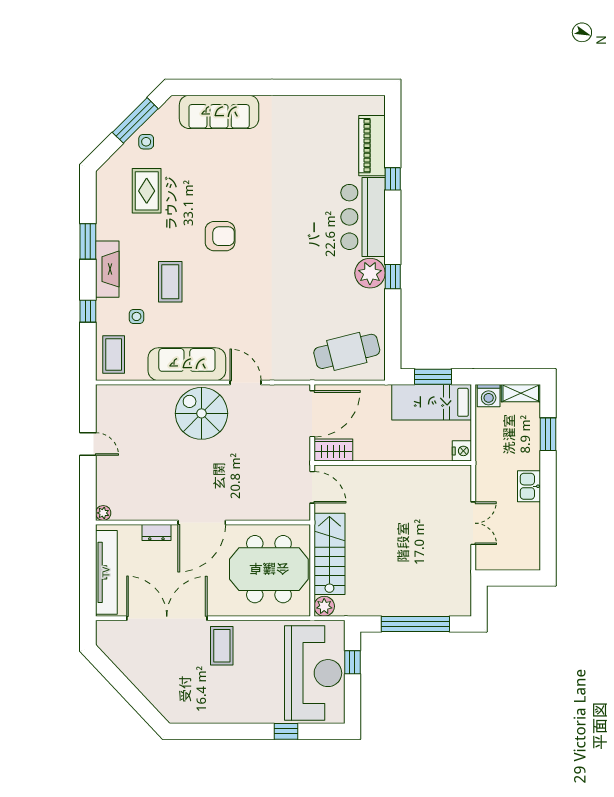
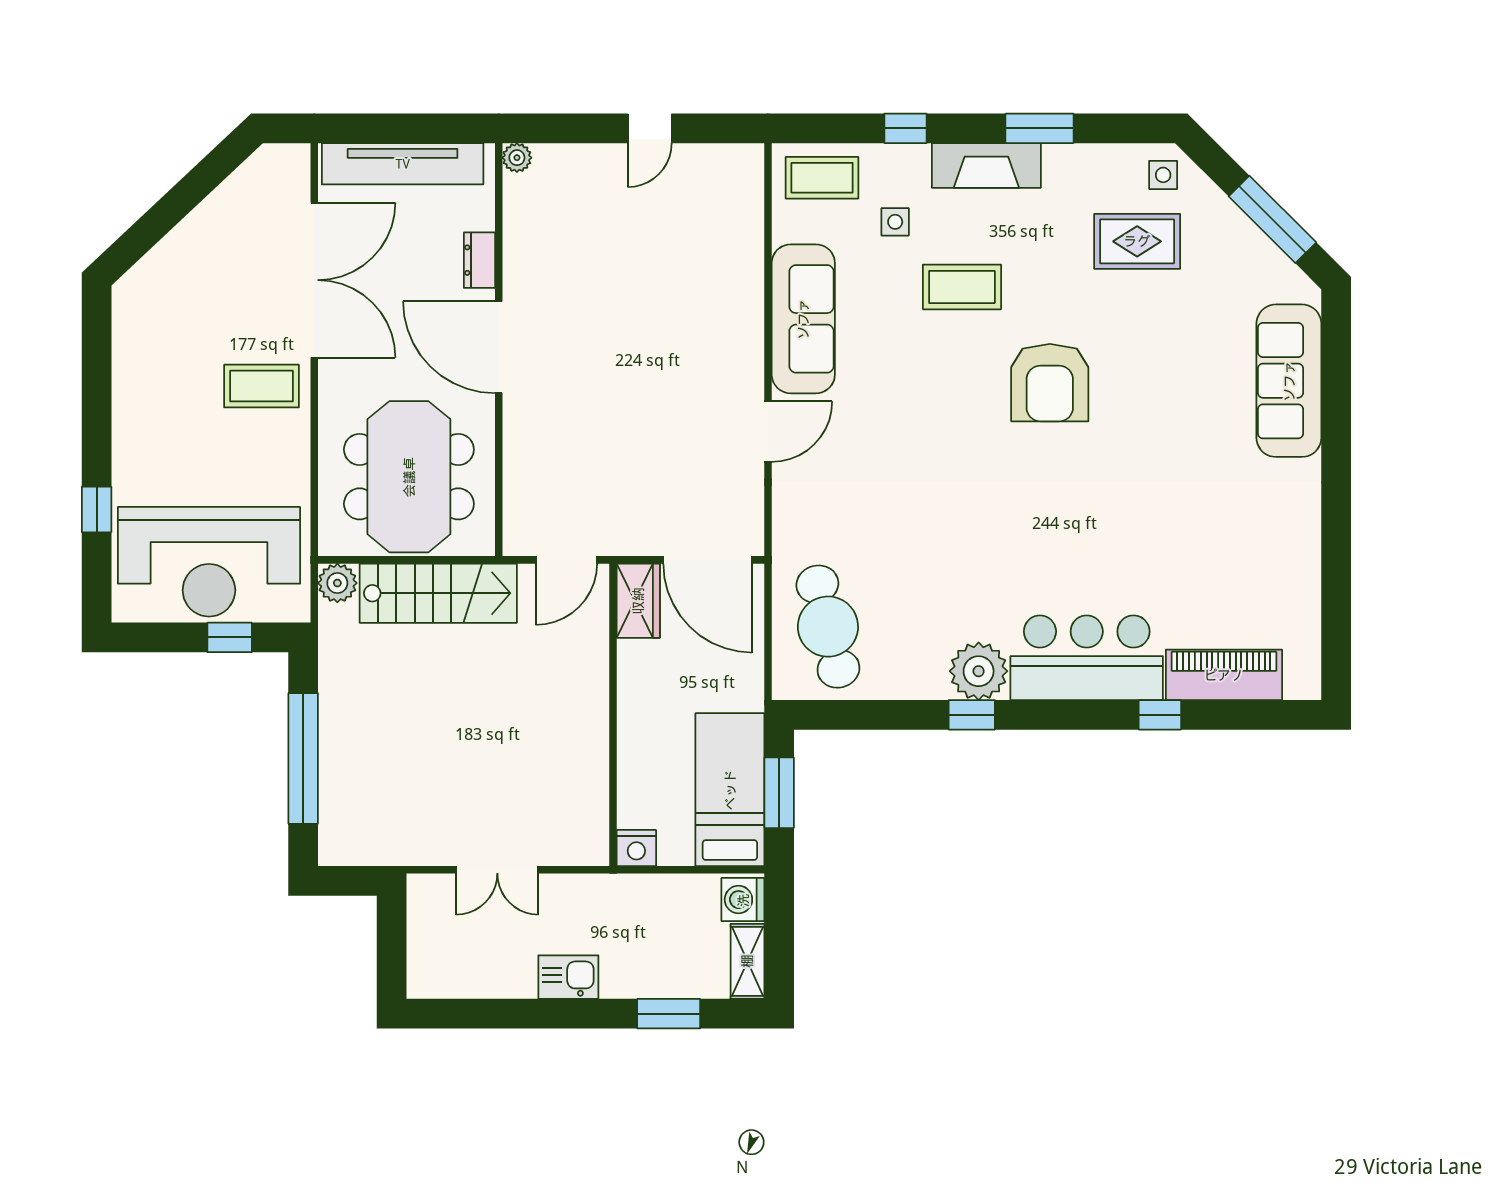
side table: (146, 142) -> (1163, 175), moved
armchair: (220, 236) -> (1050, 383), width x1.36, depth x1.36
spiral stairs: (201, 413) -> (709, 347), removed

